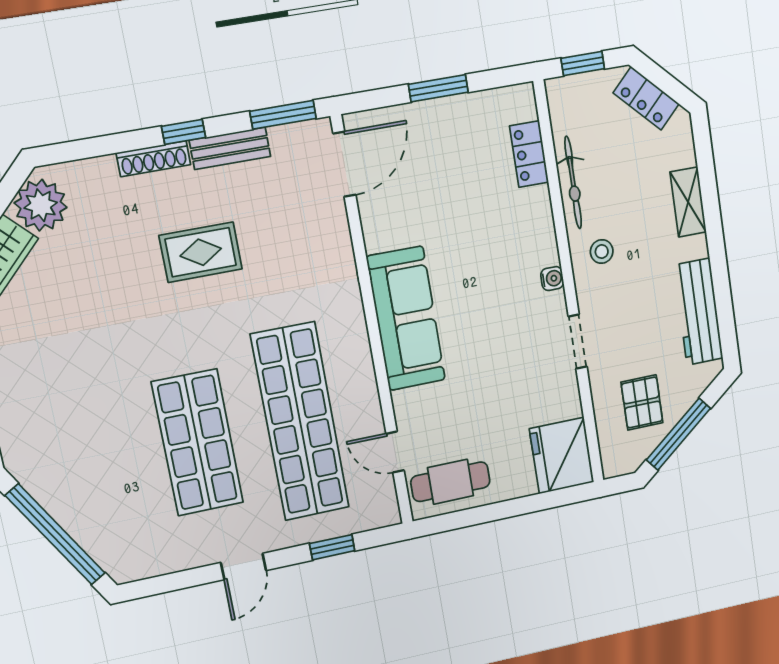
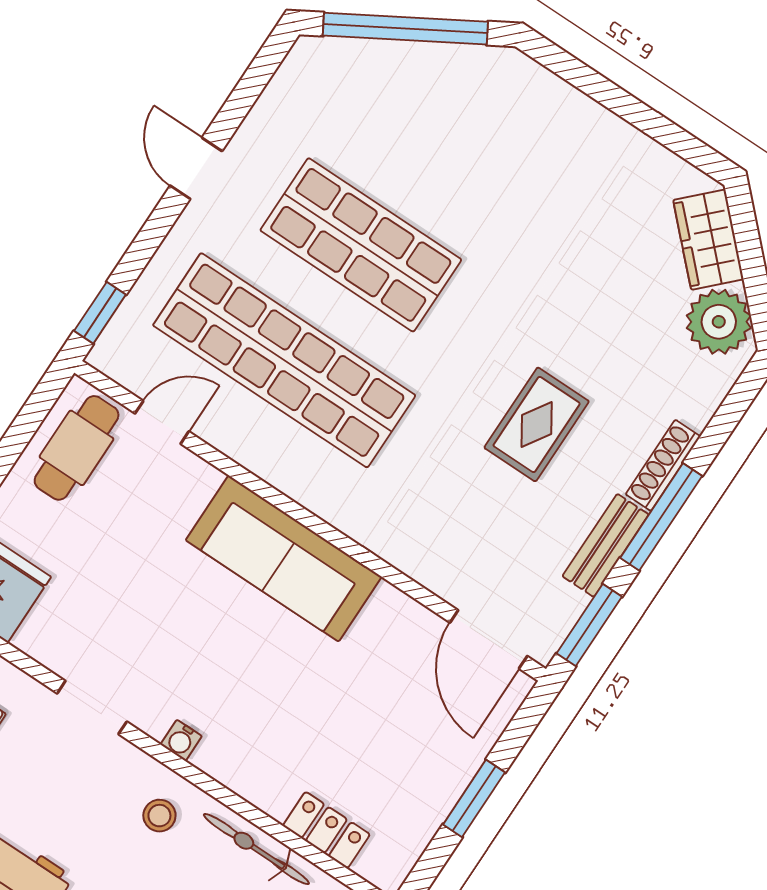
window: (184, 132) -> (661, 517), width x2.17
window: (332, 547) -> (100, 313), moved

